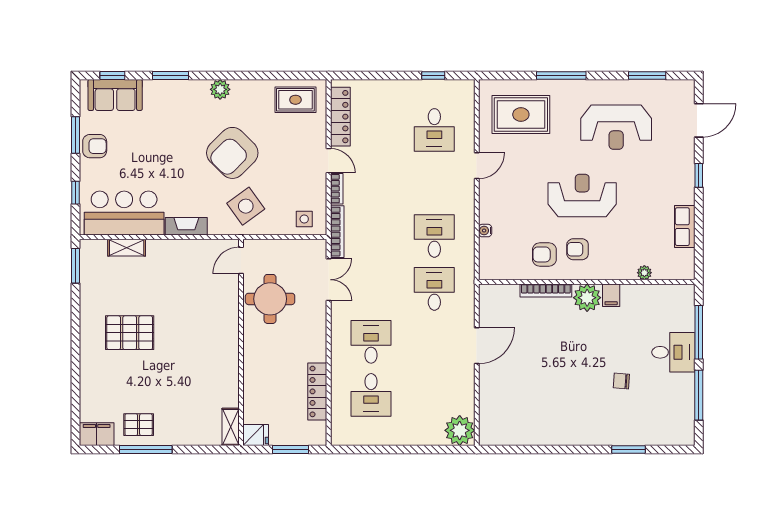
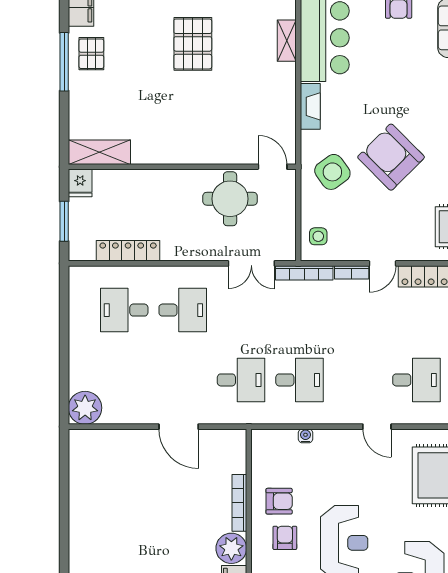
desk: (434, 130) -> (416, 380), turned 180
armchair: (544, 254) -> (279, 501), turned 90
shelving: (231, 427) -> (99, 152), width x1.50, depth x1.33

